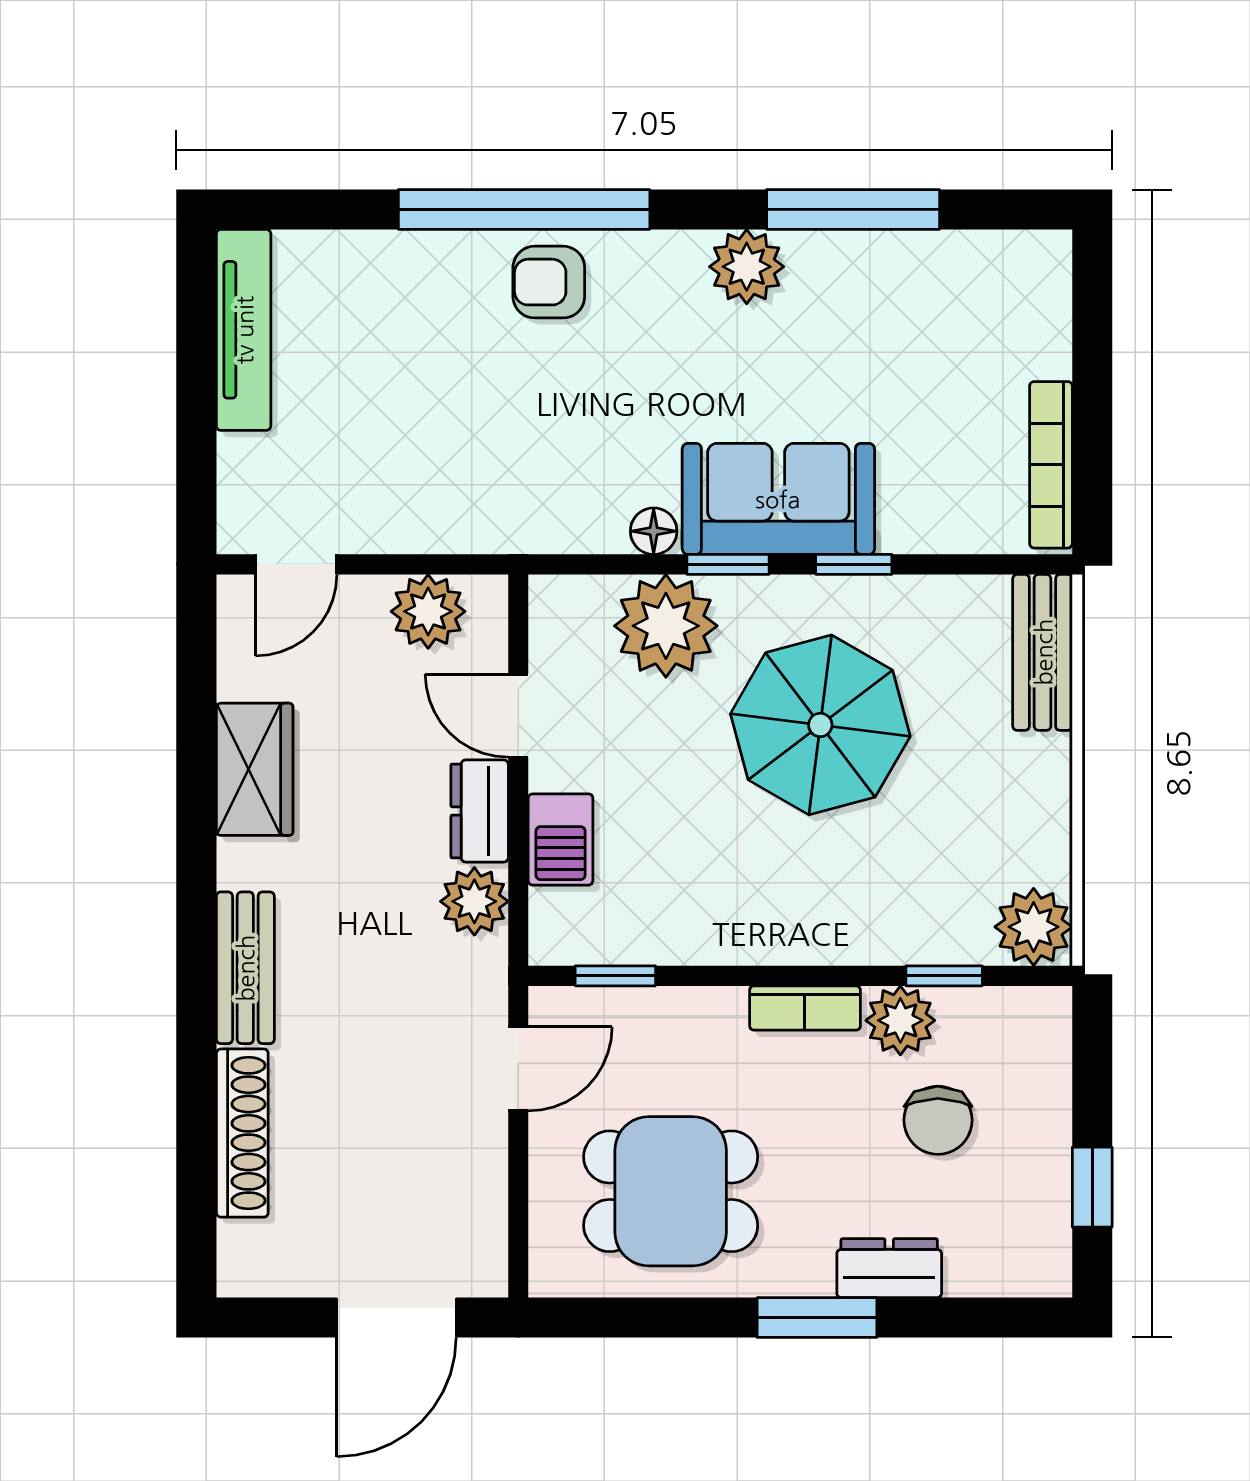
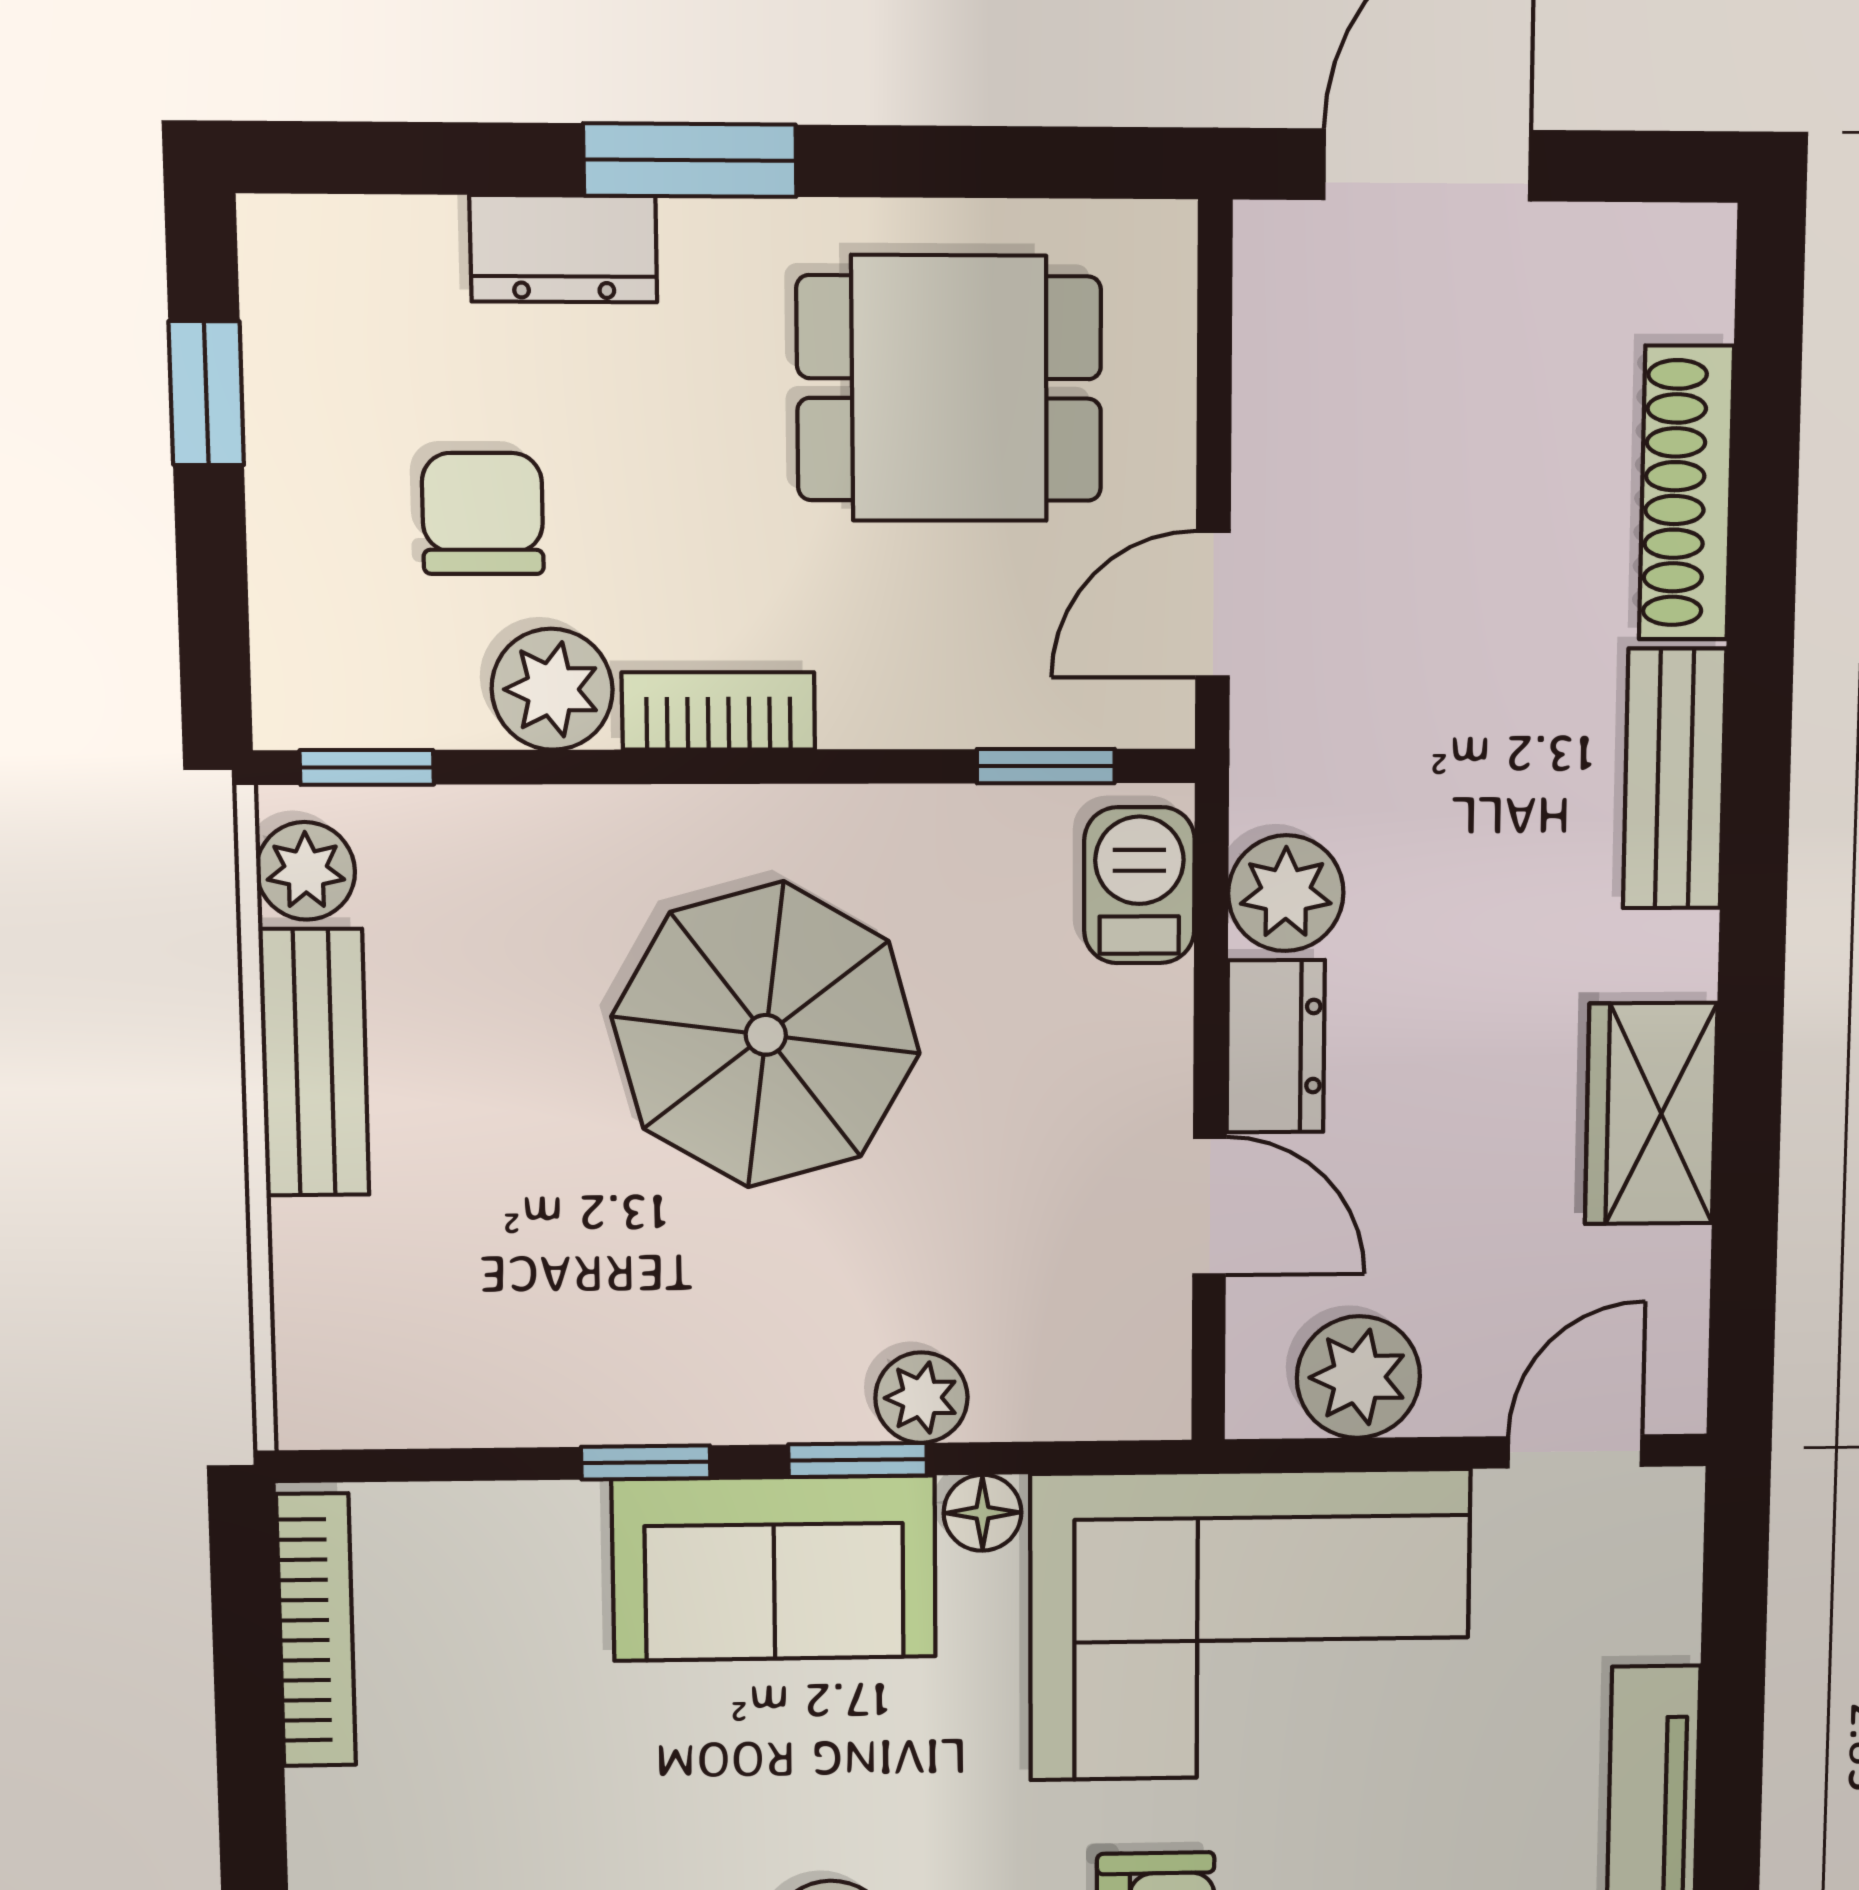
corner sofa: (492, 460) -> (1250, 1625), added
plant: (666, 626) -> (921, 1398), width x0.53, depth x0.53
bench: (1043, 652) -> (314, 1063), moved
parasol: (820, 725) -> (766, 1035), moved
barbecue: (561, 839) -> (1139, 885), moved
plant: (1034, 927) -> (306, 871), width x0.73, depth x0.73
window: (944, 976) -> (367, 767), moved

